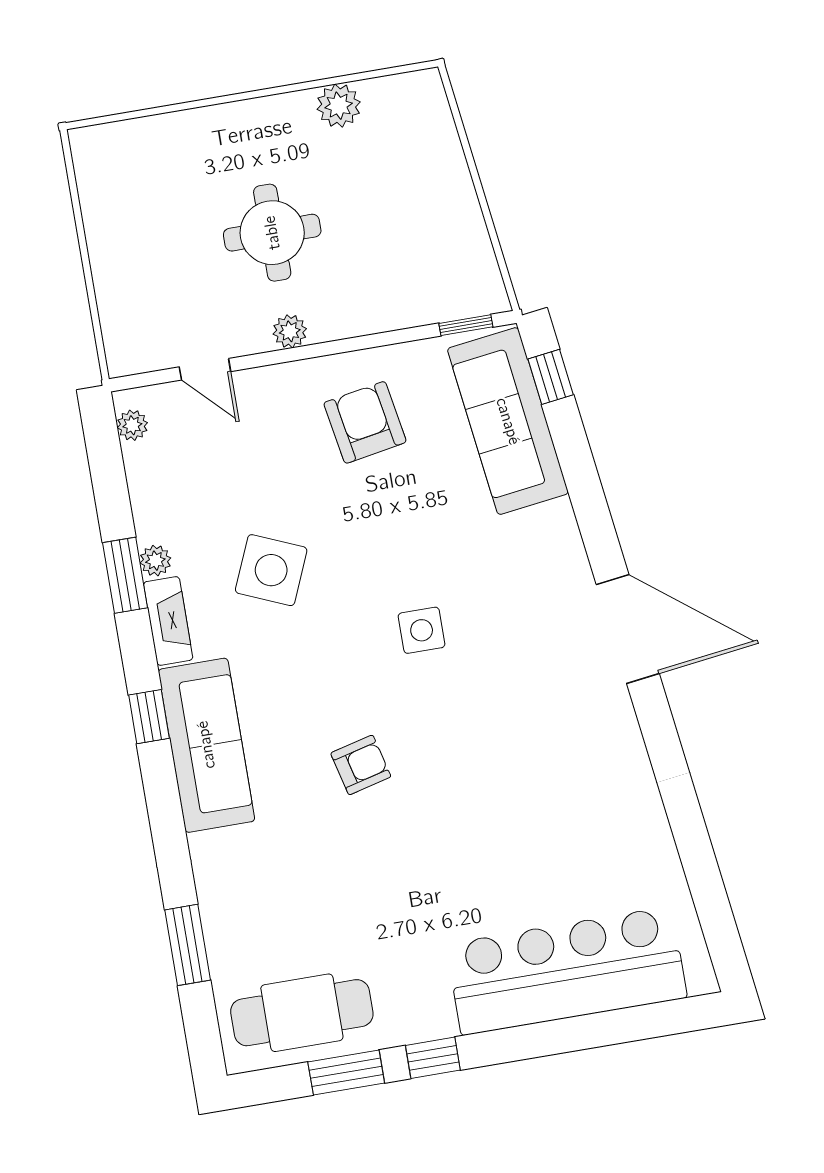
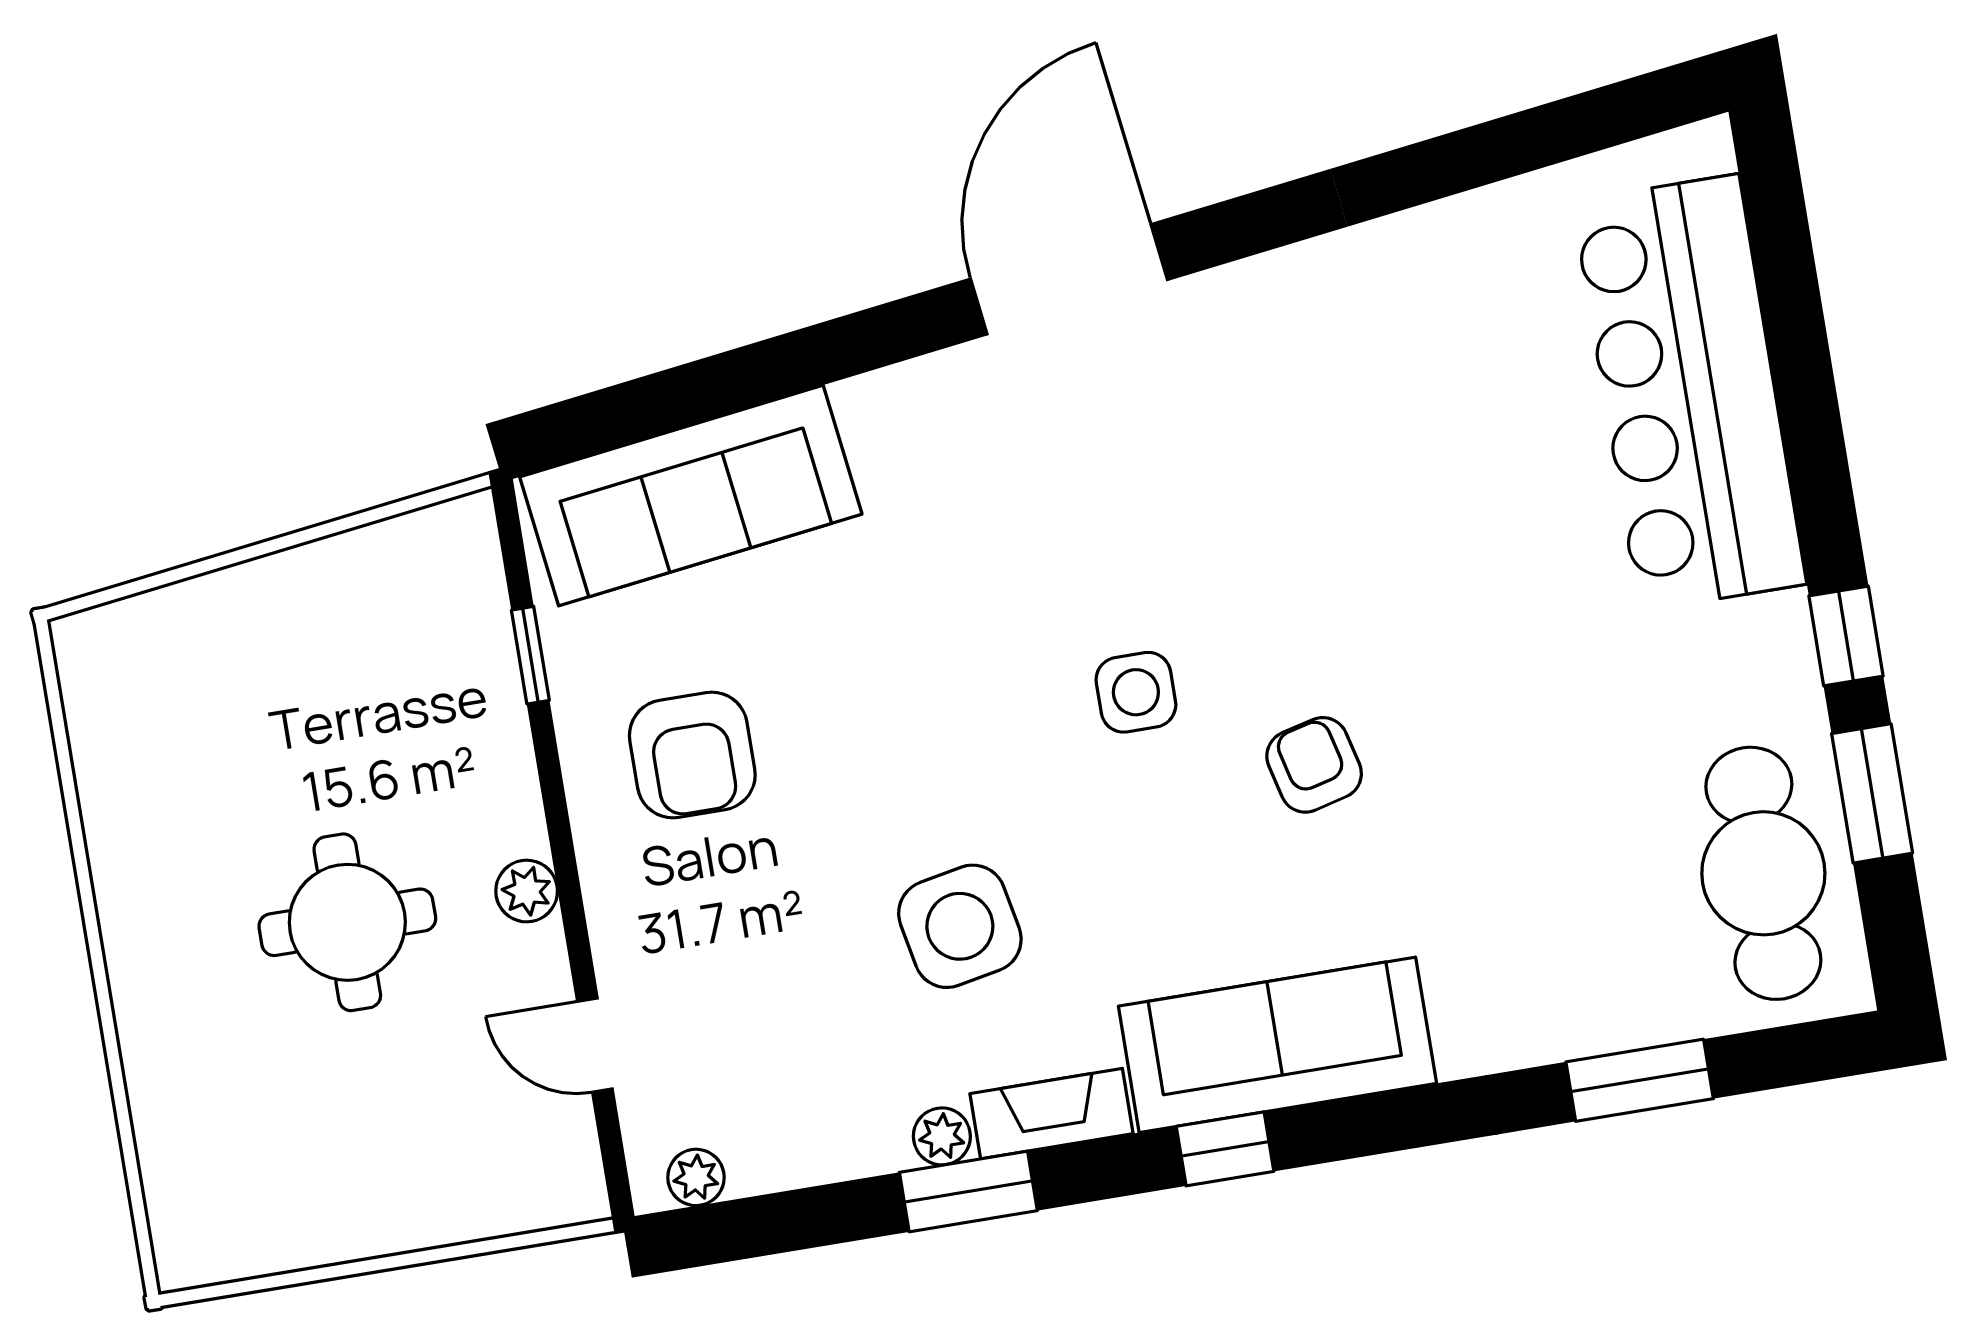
plant: (339, 106) -> (117, 801), removed
window: (466, 325) -> (530, 655), moved
door: (205, 369) -> (595, 1045), swing flipped
window: (551, 377) -> (611, 418), removed
armchair: (365, 422) -> (692, 755), turned -80
side table: (271, 570) -> (960, 926), turned -34
side table: (422, 630) -> (1136, 692), moved

